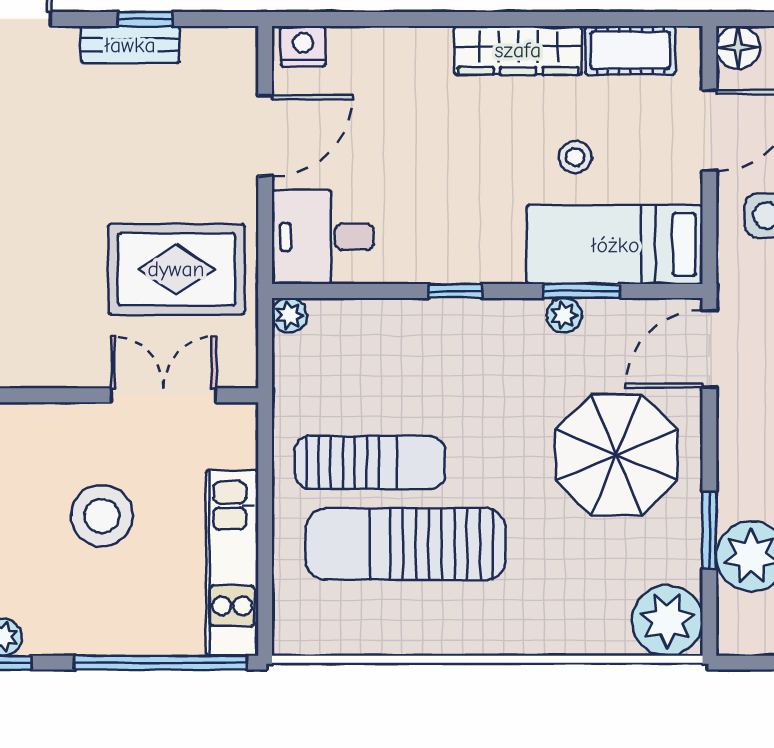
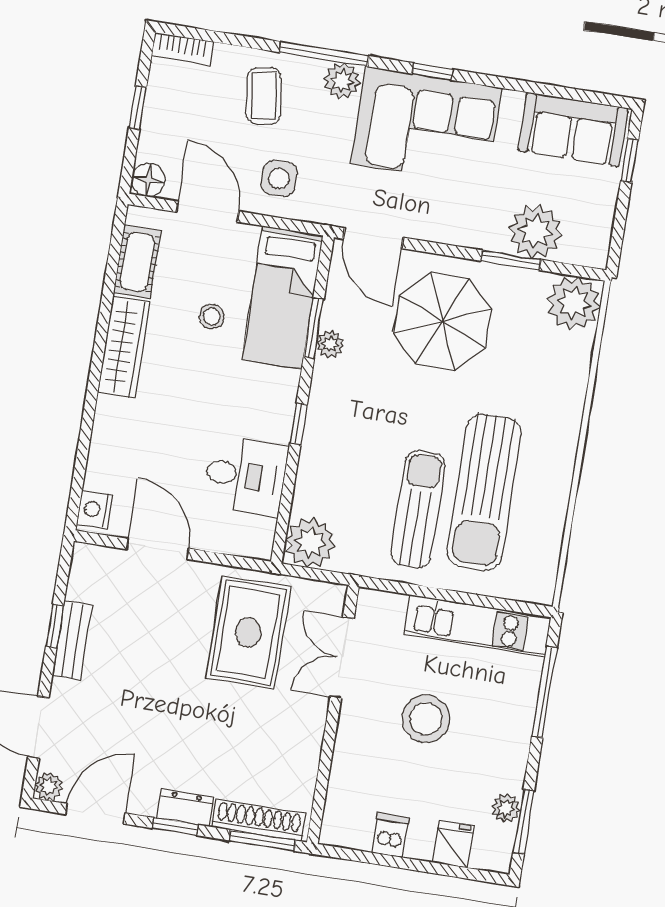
desk: (323, 237) -> (245, 476), moved, turned -90
plant: (290, 315) -> (310, 543), width x1.87, depth x1.87
window: (161, 663) -> (544, 692), width x0.68

